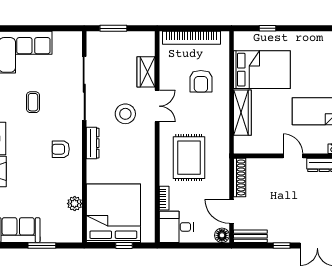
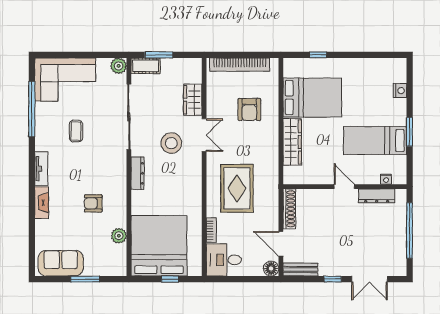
plant: (74, 39) -> (119, 66), added
cot: (100, 39) -> (146, 66), added
armchair: (61, 149) -> (93, 203), moved

